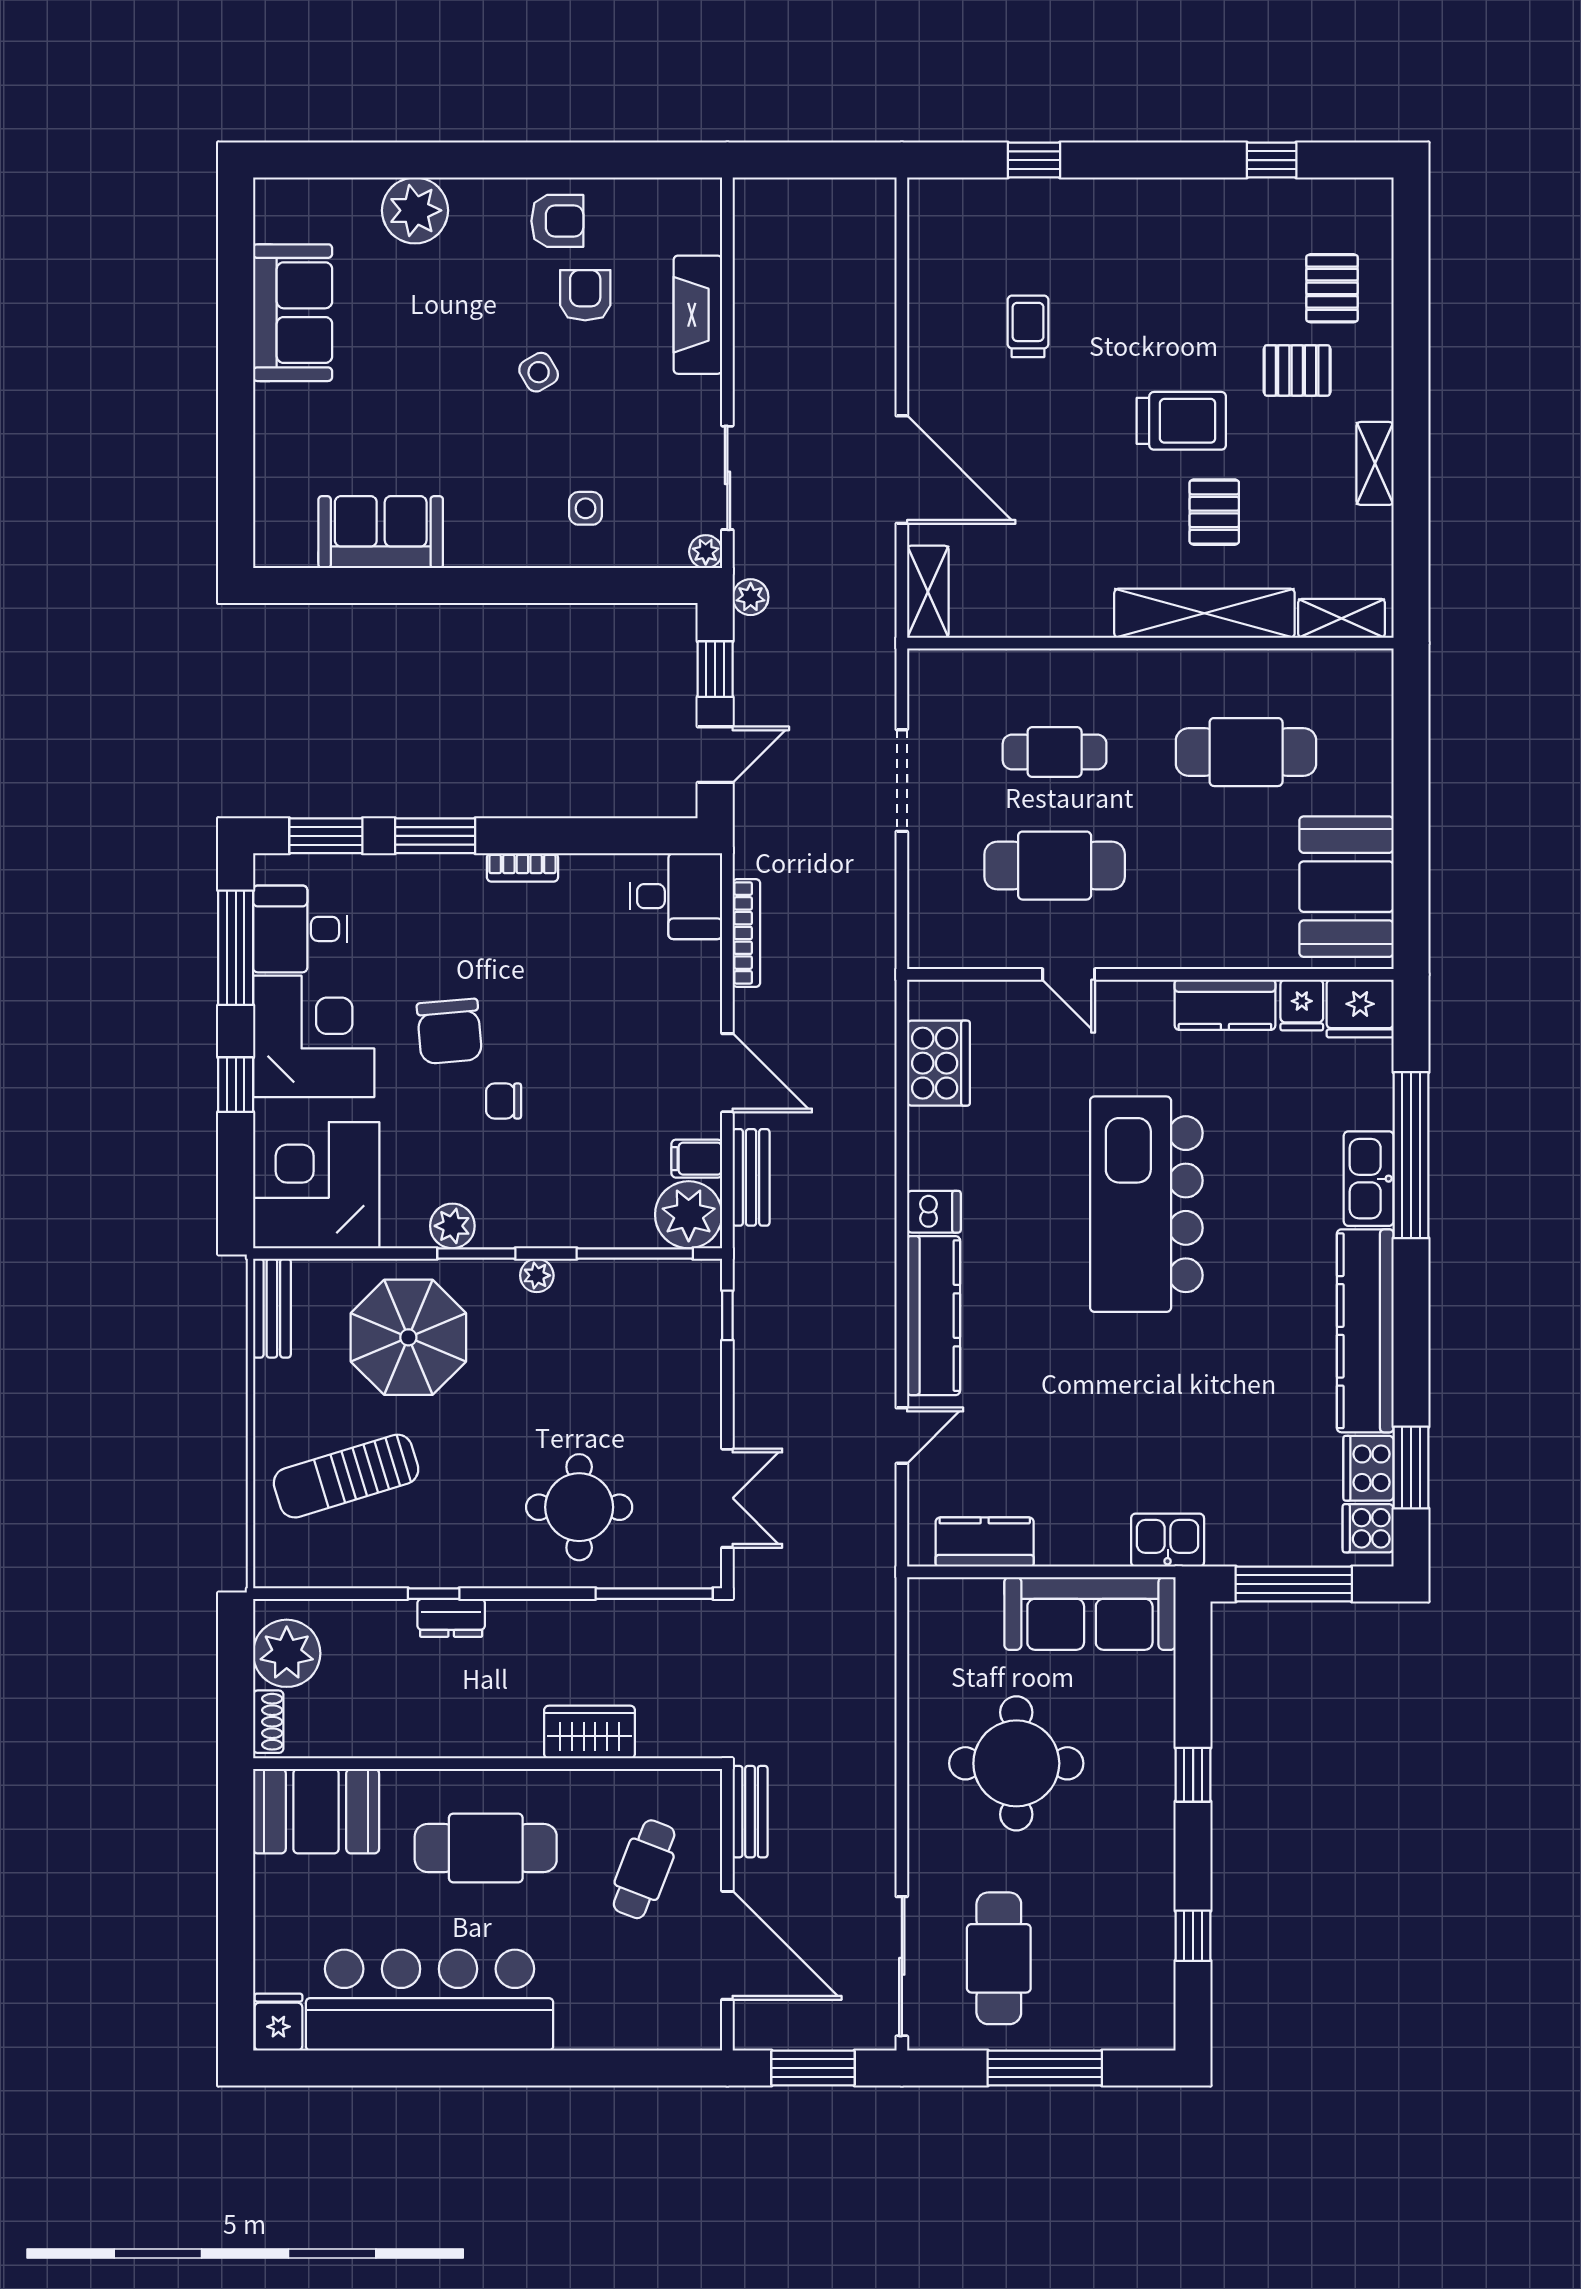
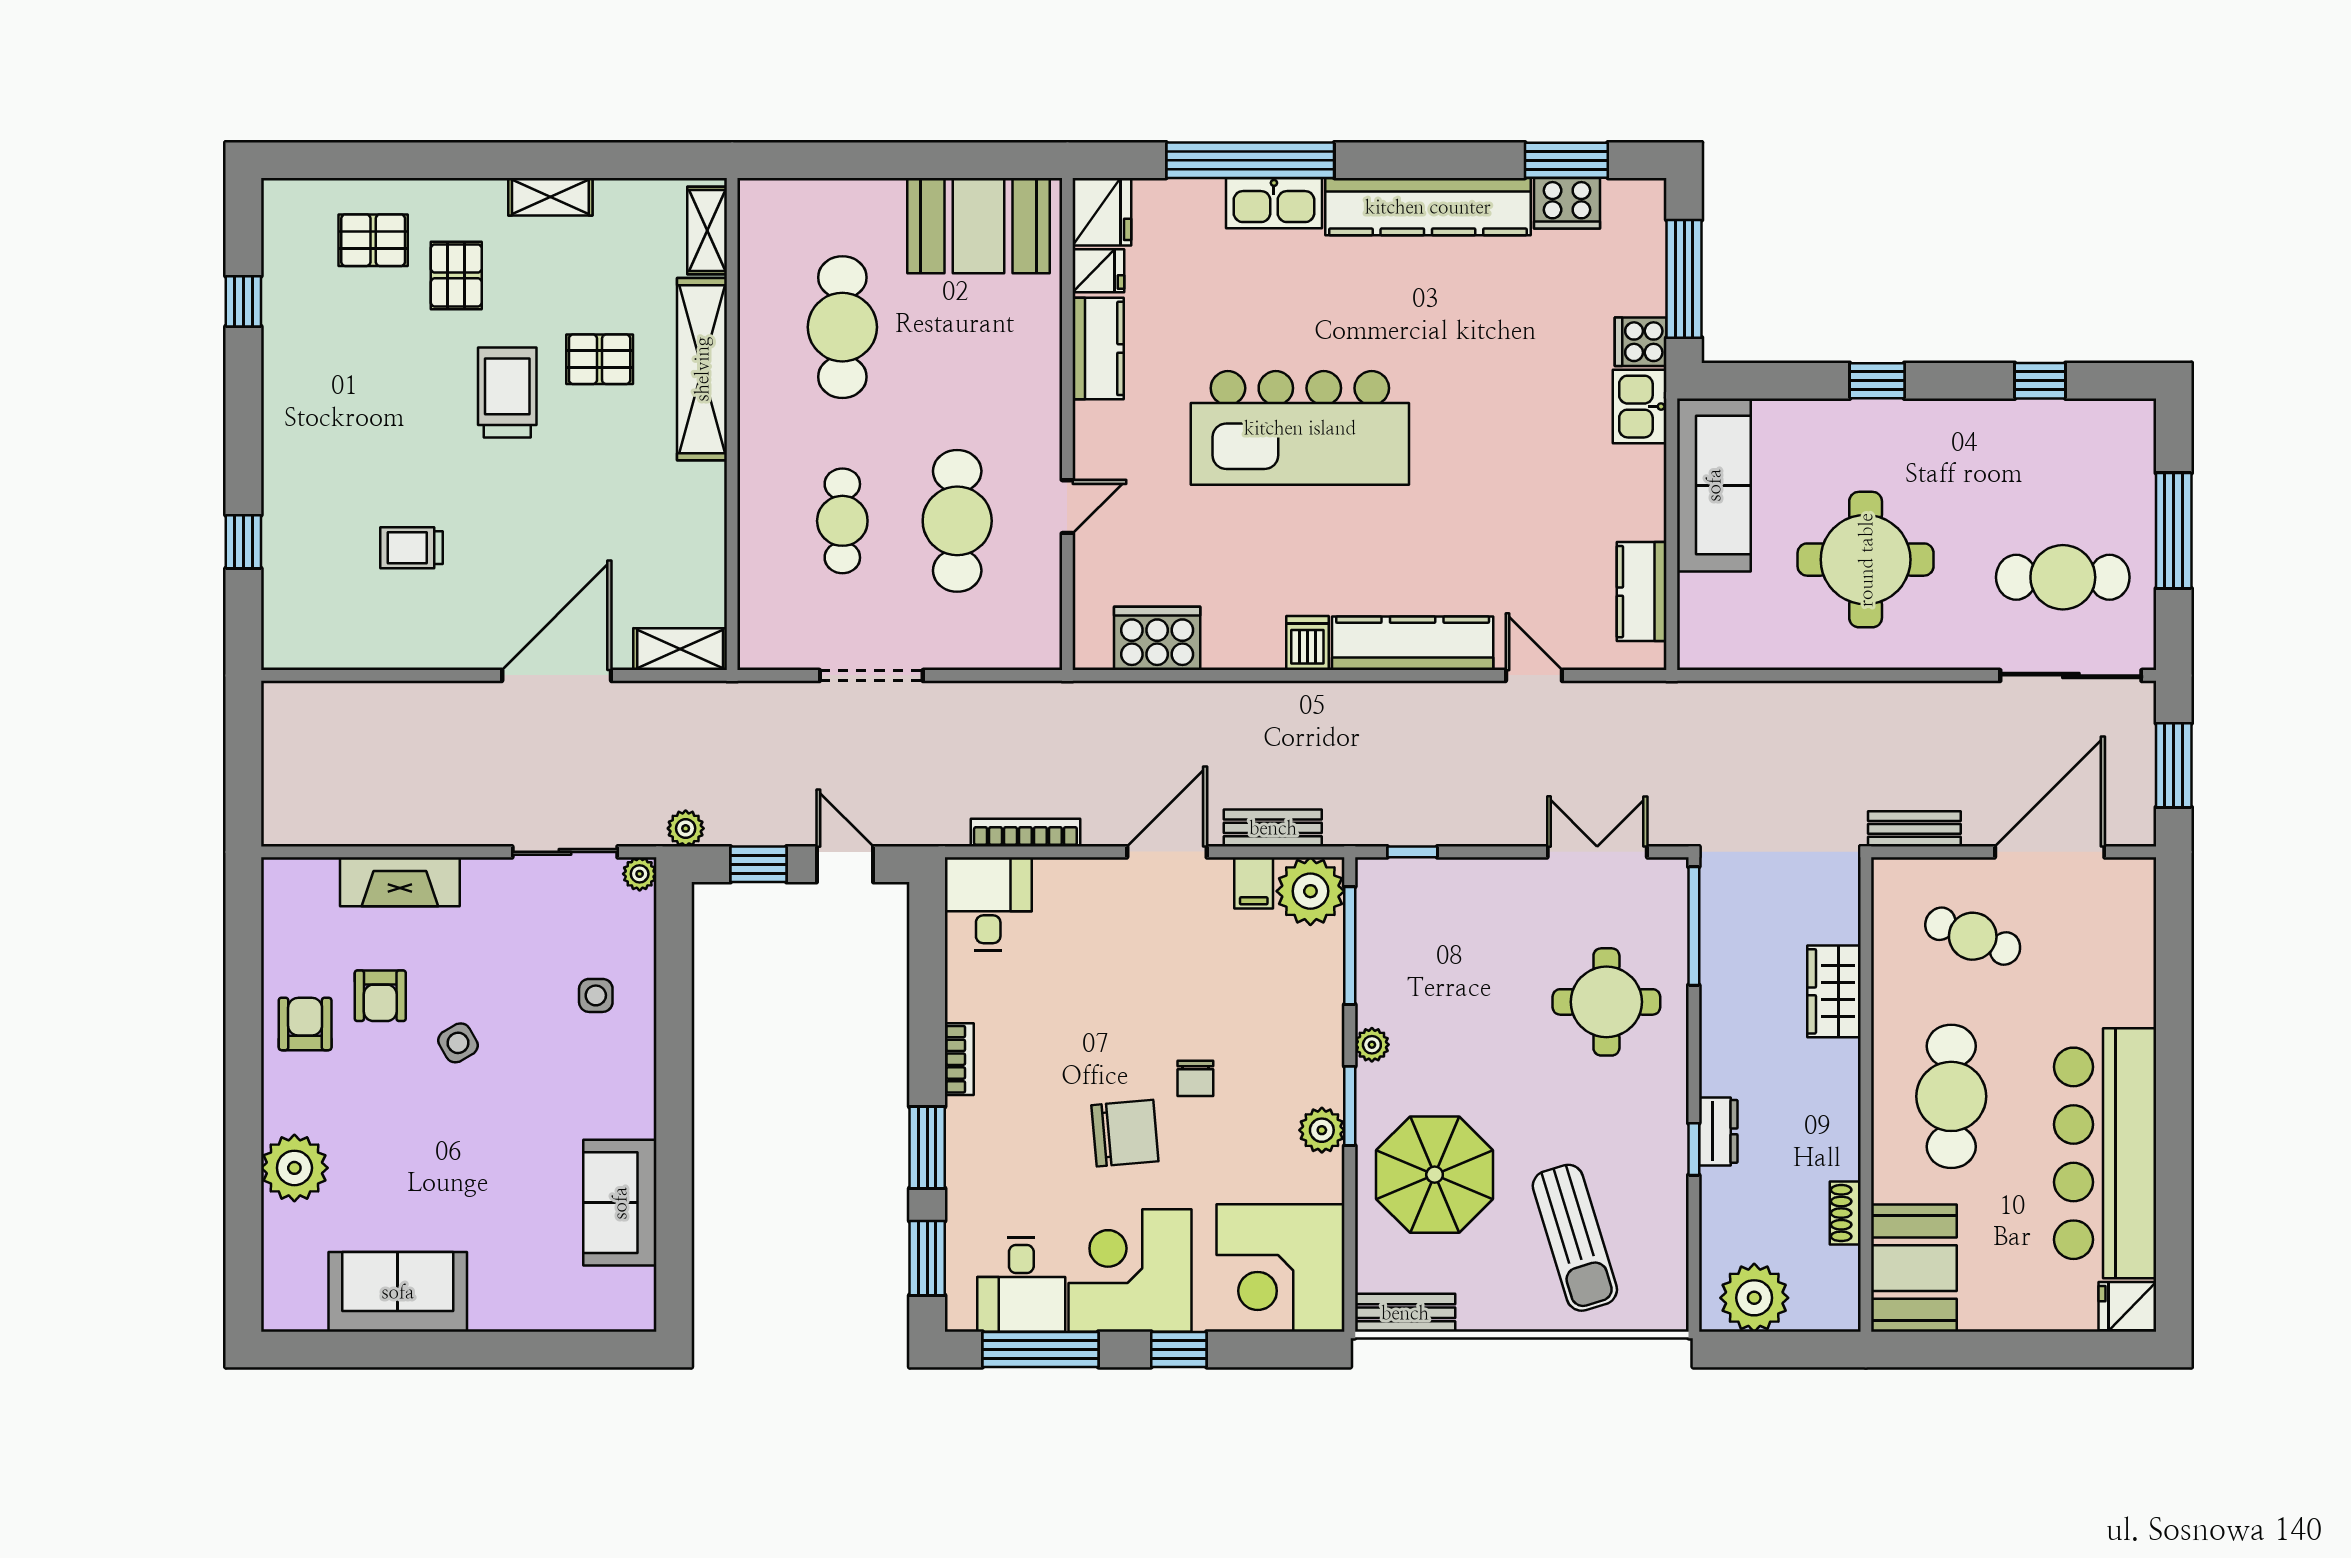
armchair: (585, 295) -> (380, 996), turned -90
cooker: (1368, 1528) -> (1641, 342), moved, turned 90
shoe rack: (268, 1722) -> (1845, 1213), moved, turned -90

